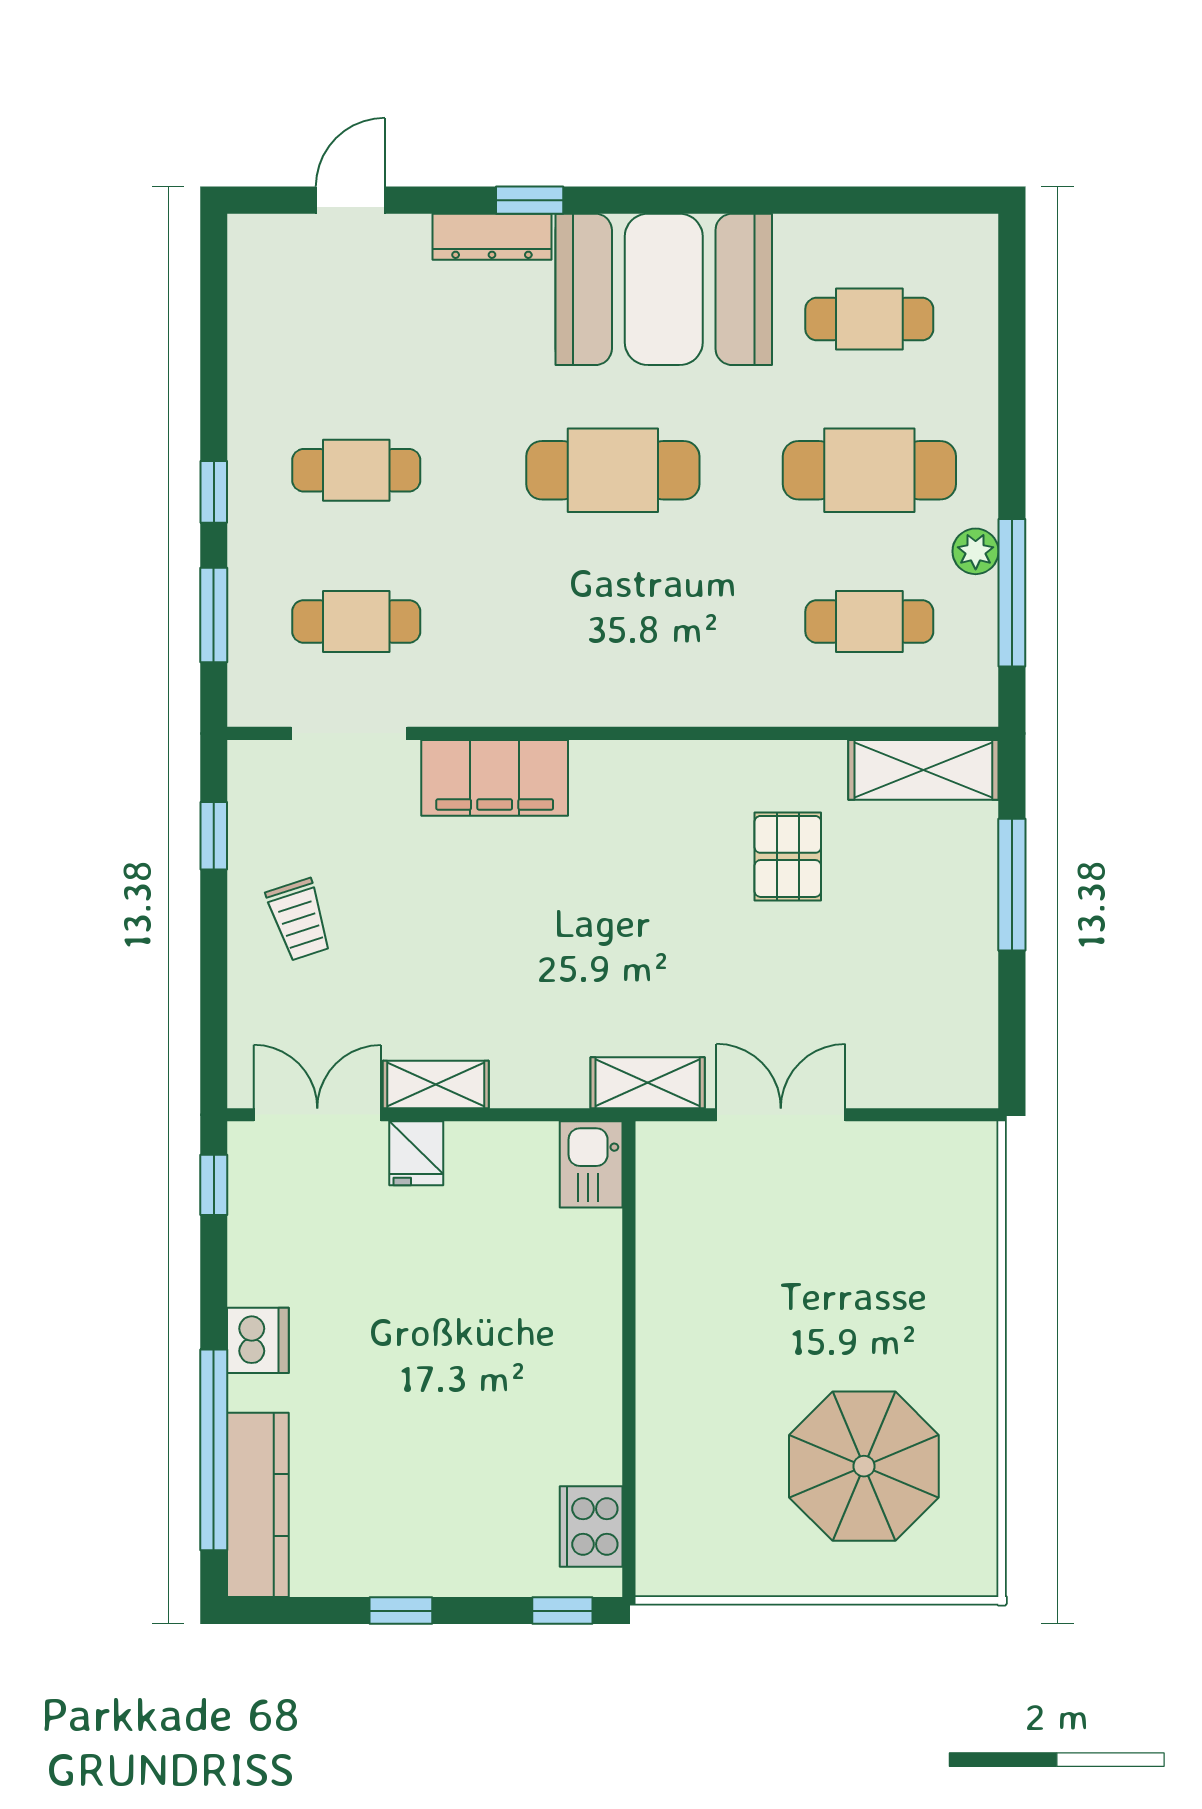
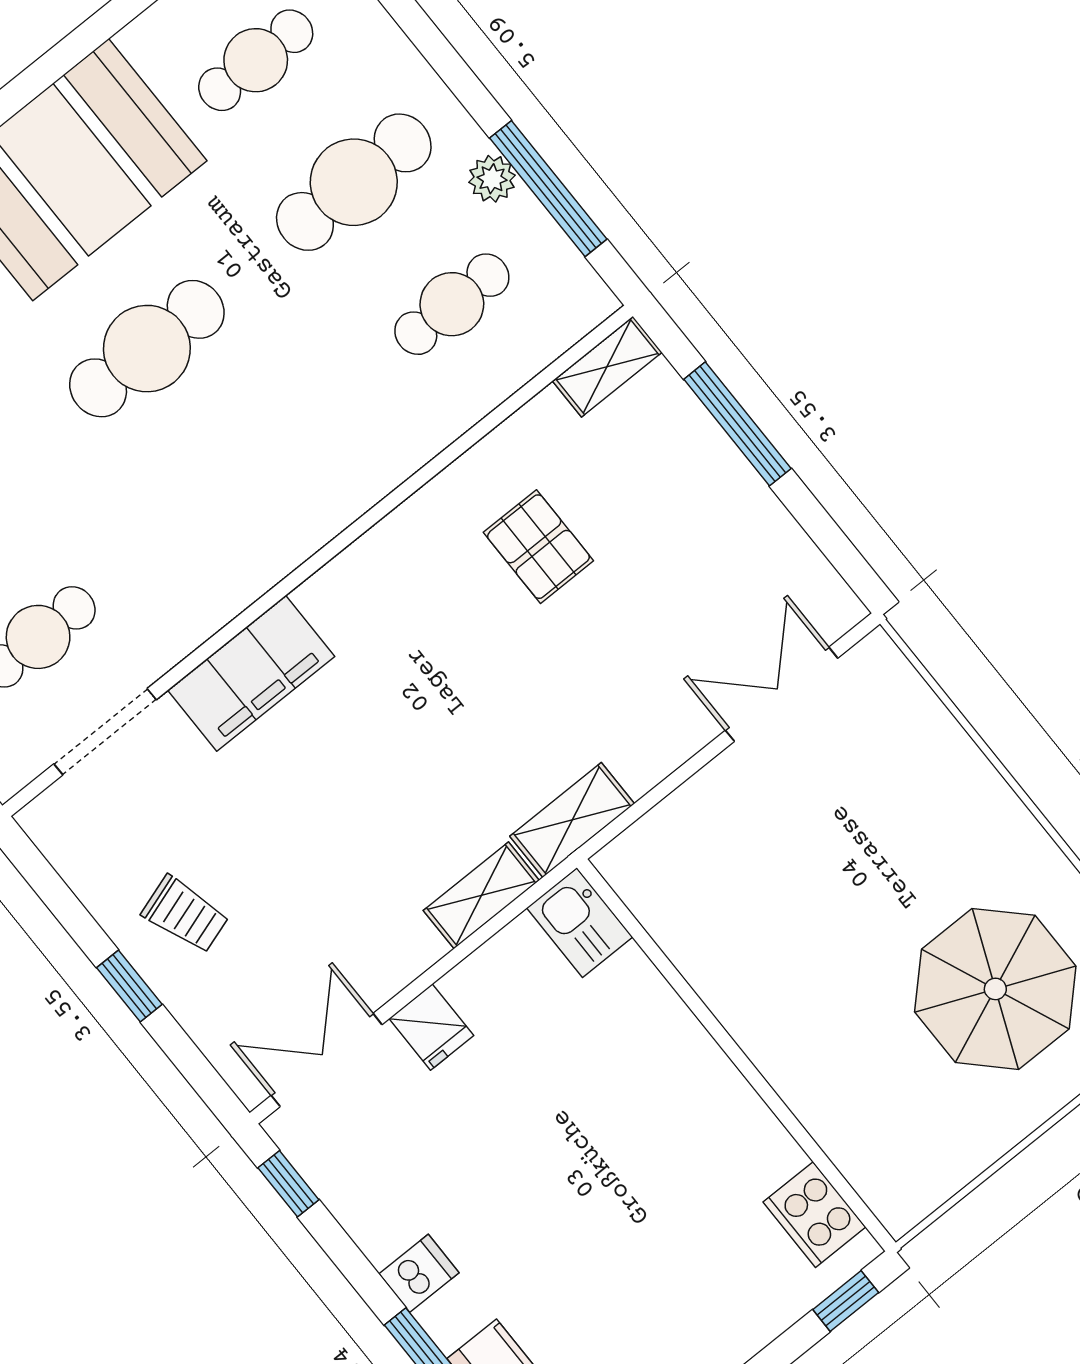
shelving: (923, 770) -> (607, 367), width x0.67, depth x0.75
window: (214, 836) -> (129, 986), moved
shelving: (436, 1085) -> (481, 895), moved
double door: (781, 1115) -> (782, 694), moved
dishwasher: (258, 1340) -> (419, 1273), width x0.73

